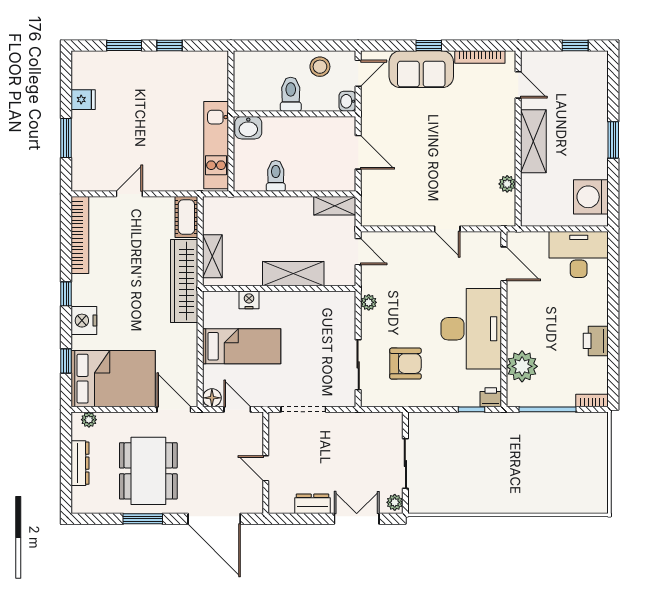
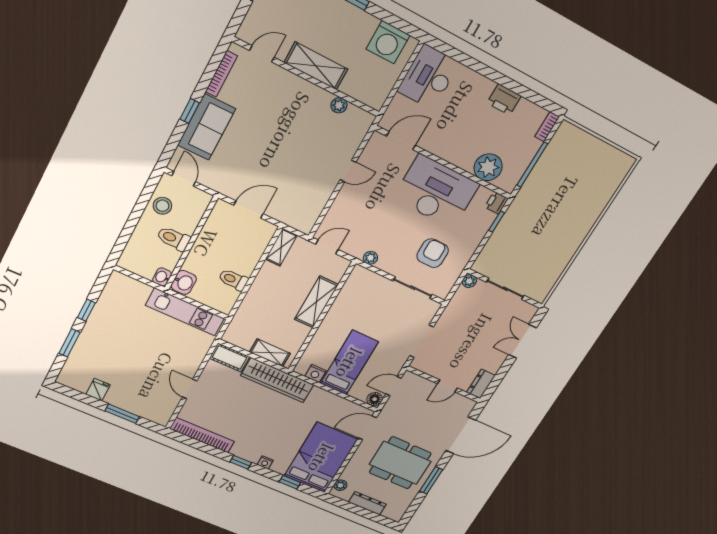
washbasin: (347, 101) -> (162, 277), moved, turned 90
nightstand: (249, 300) -> (315, 373), moved, turned -90
nightstand: (84, 321) -> (265, 462), width x0.53, depth x0.56
plant: (395, 502) -> (469, 281), moved
dresser: (312, 504) -> (481, 384), moved

